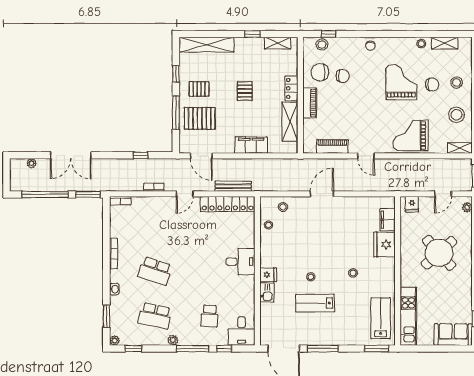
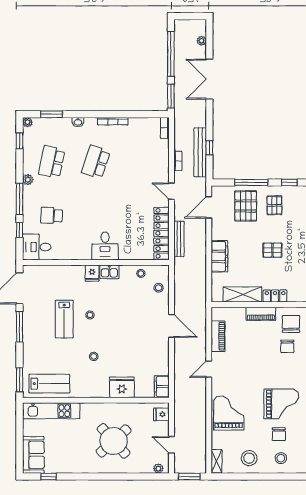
bench: (145, 165) -> (200, 152), added
filing cabinet: (388, 220) -> (162, 387), moved, turned -90
kitchen sink: (267, 292) -> (109, 272), moved
lab bench: (315, 303) -> (64, 319), turned 180

